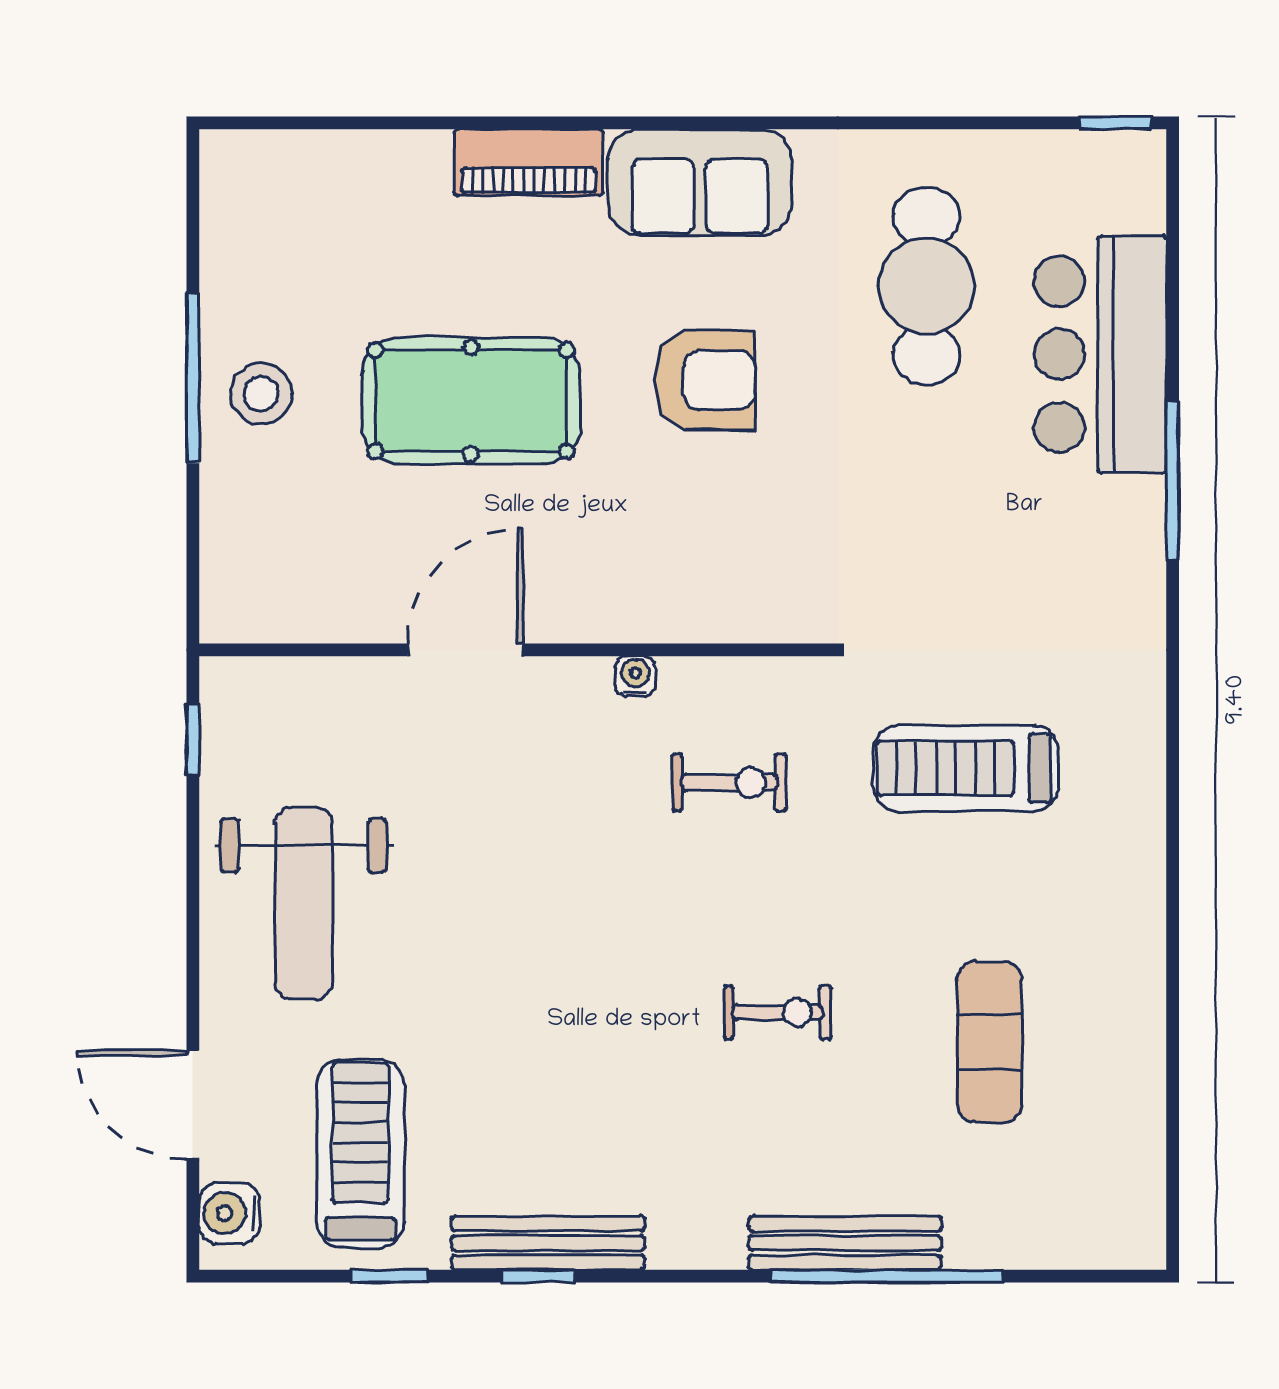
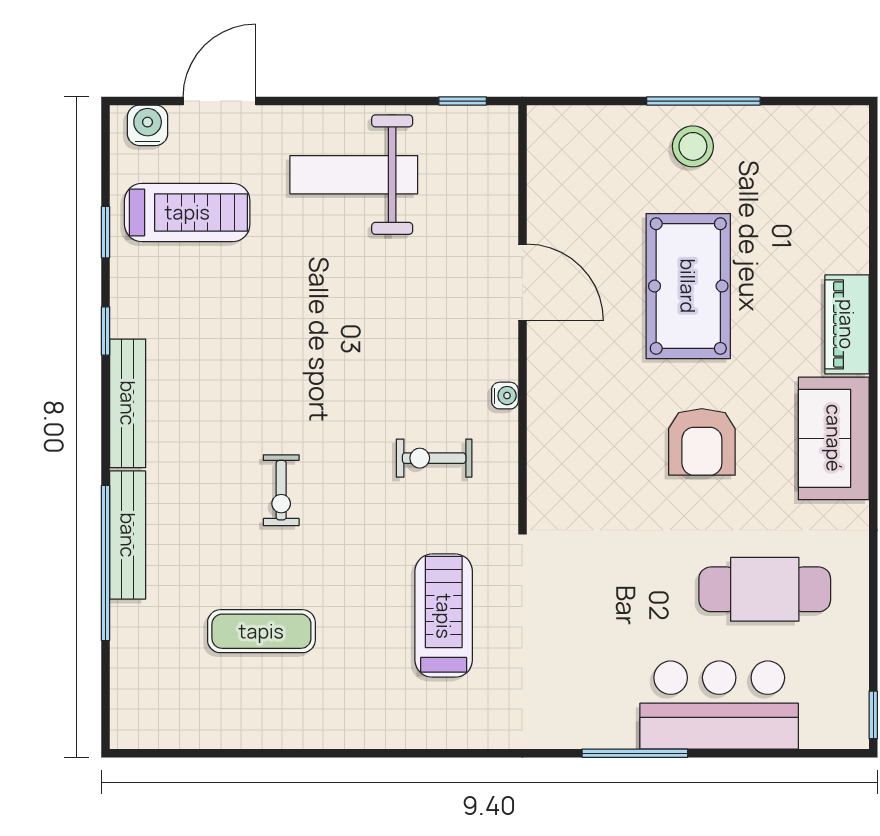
exercise bike: (729, 783) -> (434, 458), turned 90
bench: (548, 1243) -> (128, 403), moved

